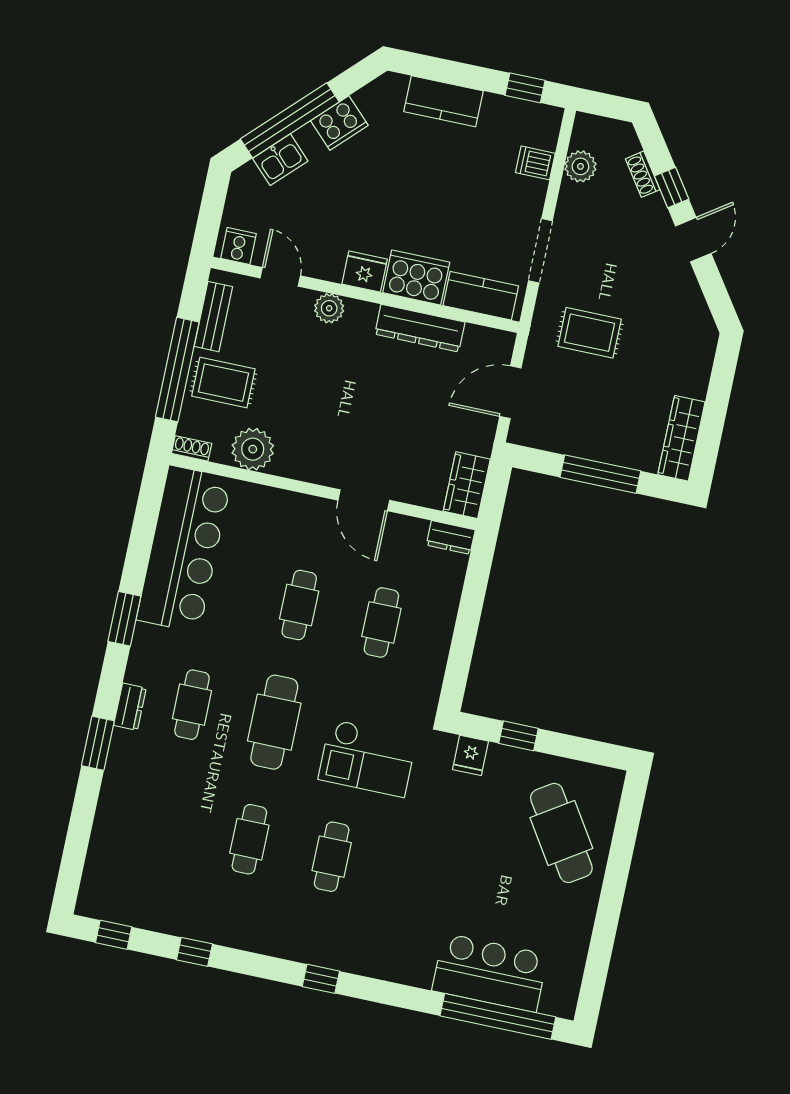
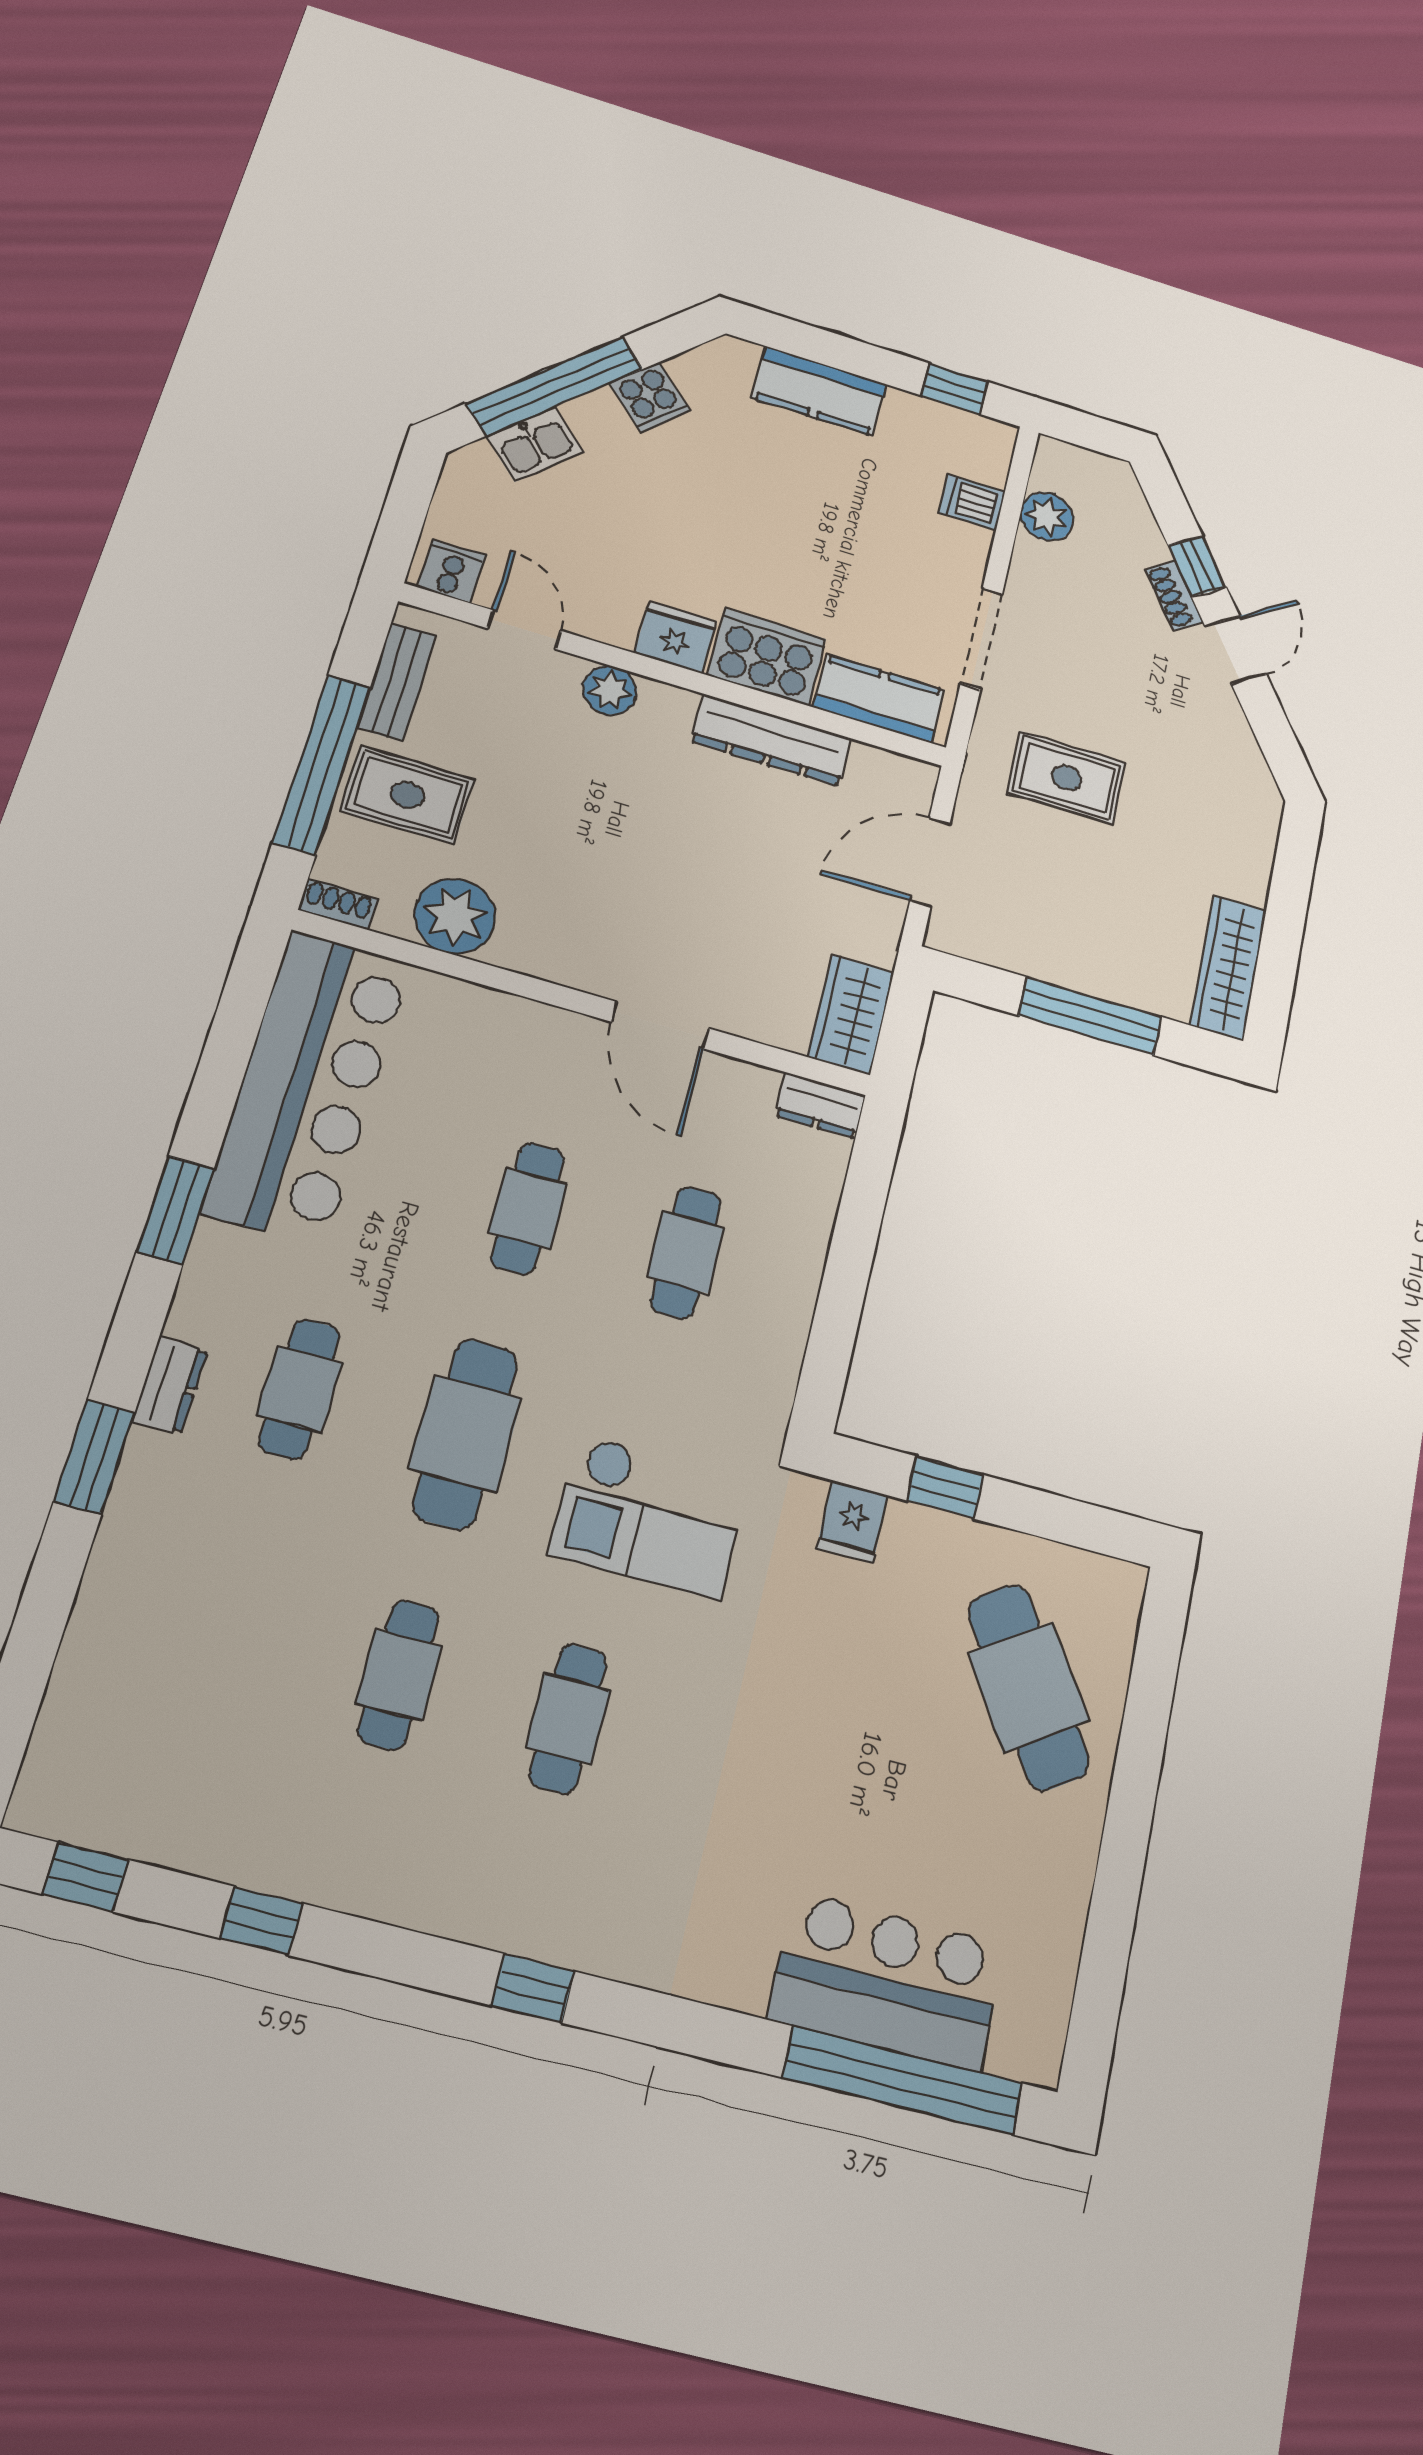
cooker: (339, 123) -> (650, 397), width x0.73
shoe rack: (643, 174) -> (1174, 596), moved

